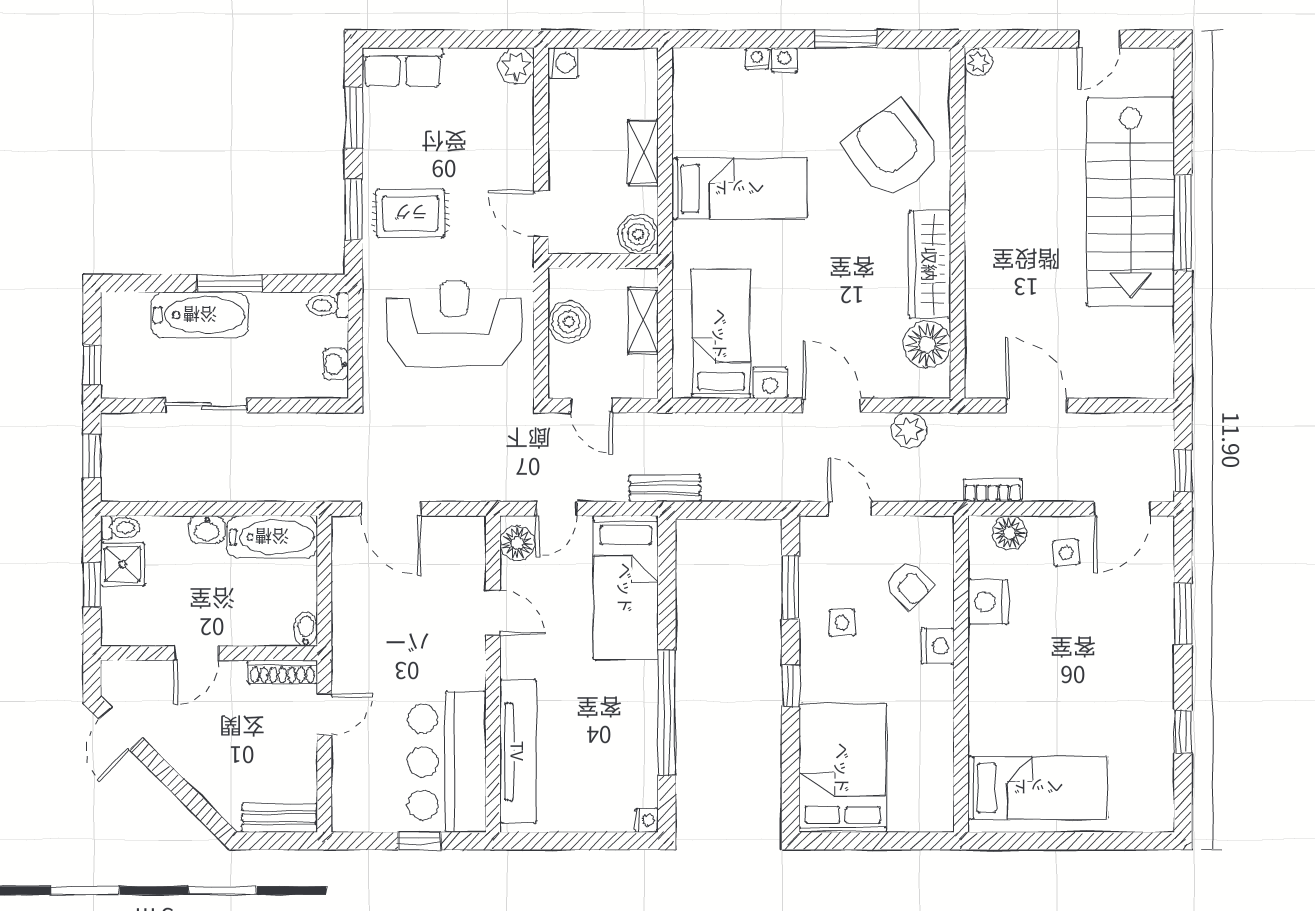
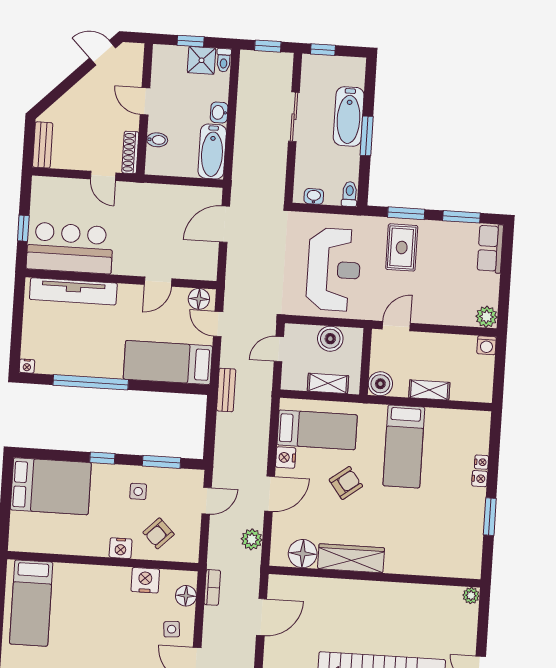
armchair: (893, 150) -> (346, 483), moved, width x0.53, depth x0.53
bidet: (306, 629) -> (157, 140), moved

